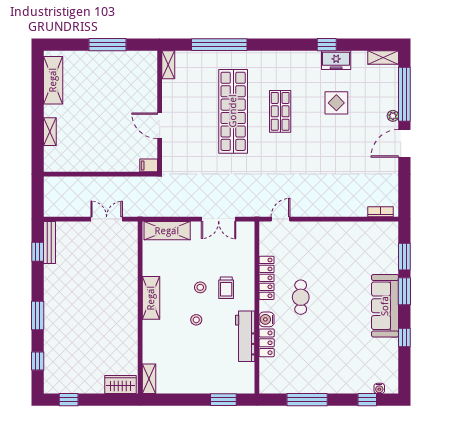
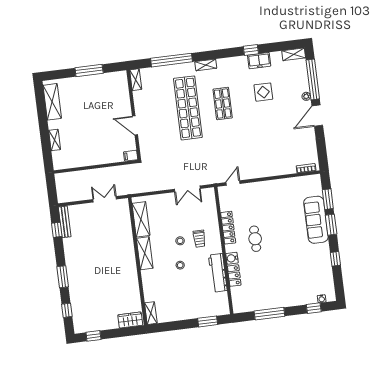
shelving: (264, 57) -> (206, 65), added
shelving: (167, 231) -> (141, 219), moved, turned 90
sofa: (385, 306) -> (316, 220), moved

